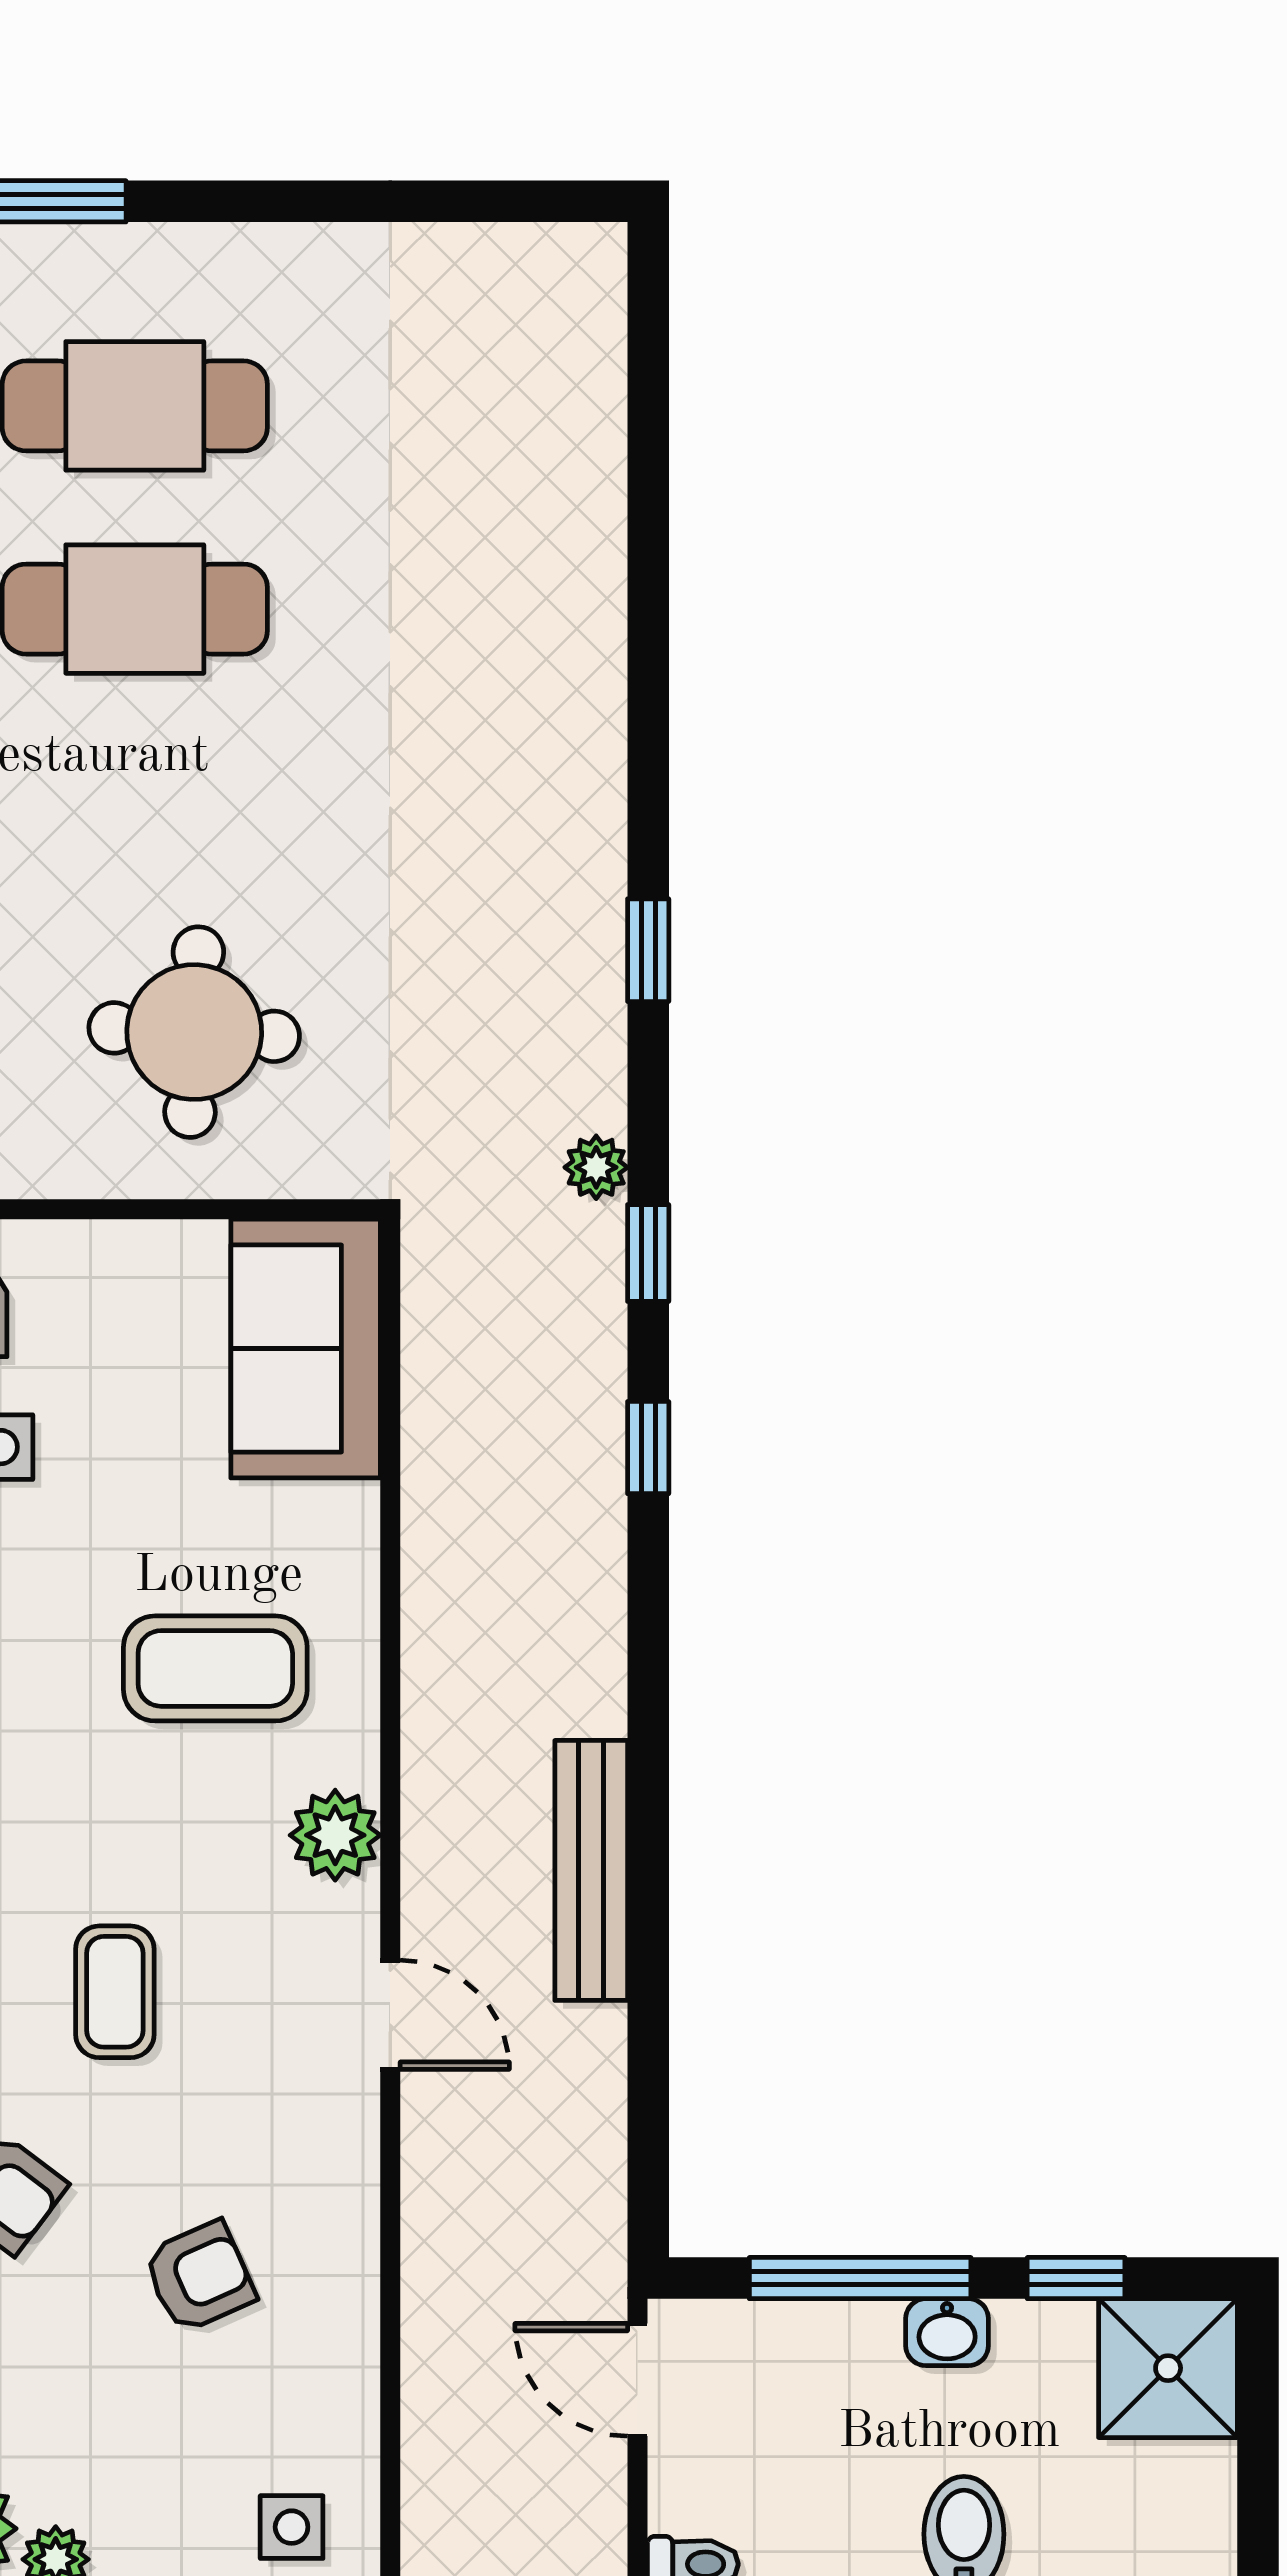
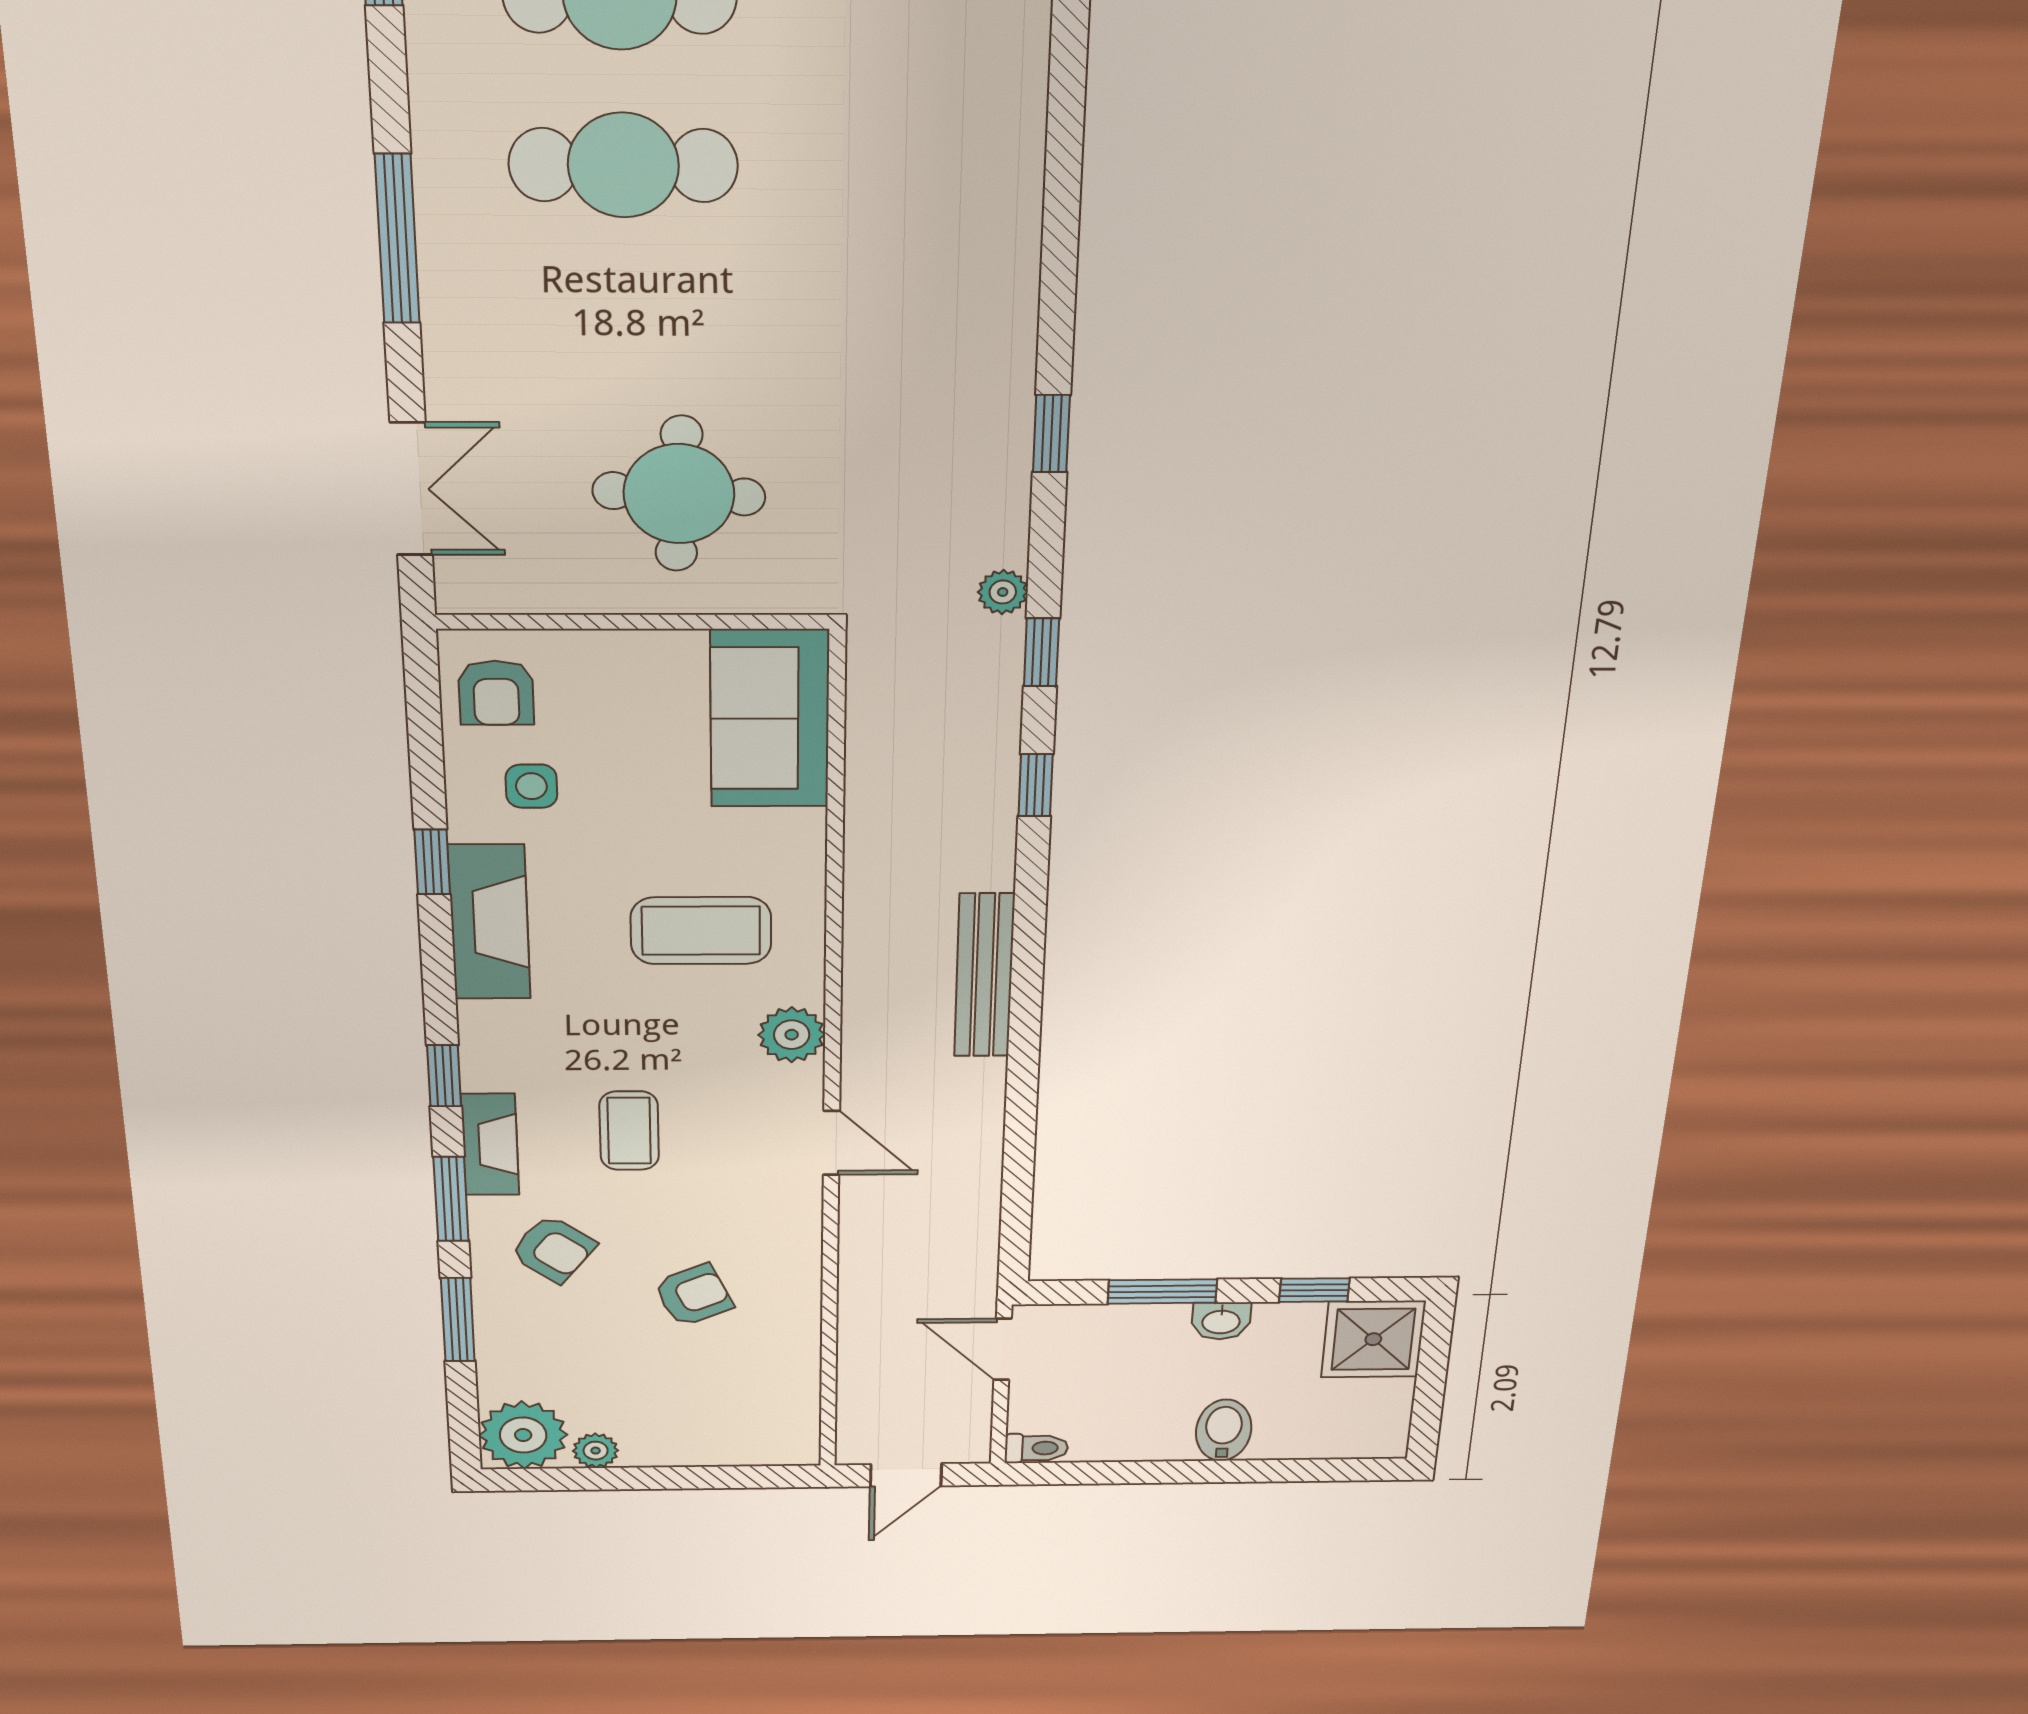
bench: (591, 1870) -> (984, 976), moved
window: (860, 2278) -> (1162, 1292), width x0.69
side table: (292, 2527) -> (759, 1432), removed

